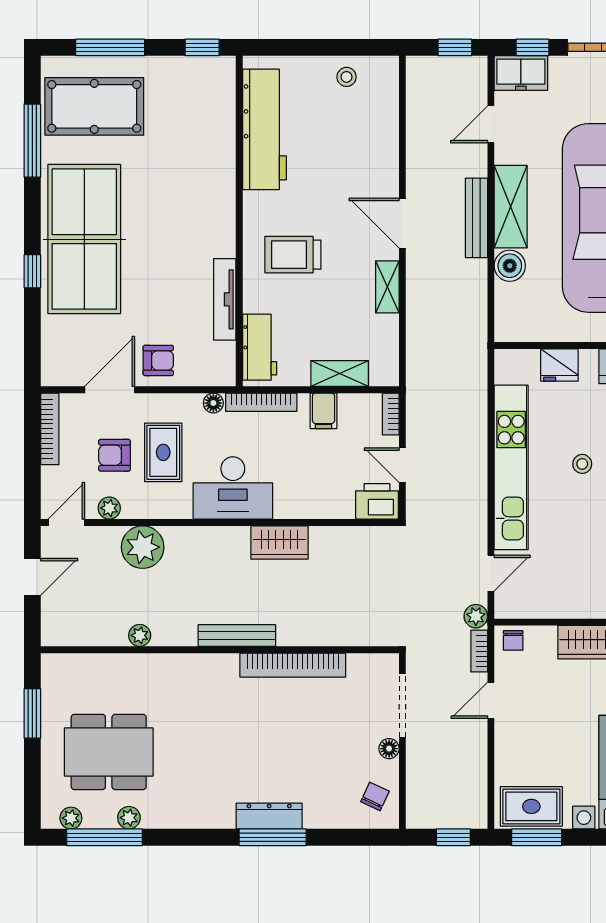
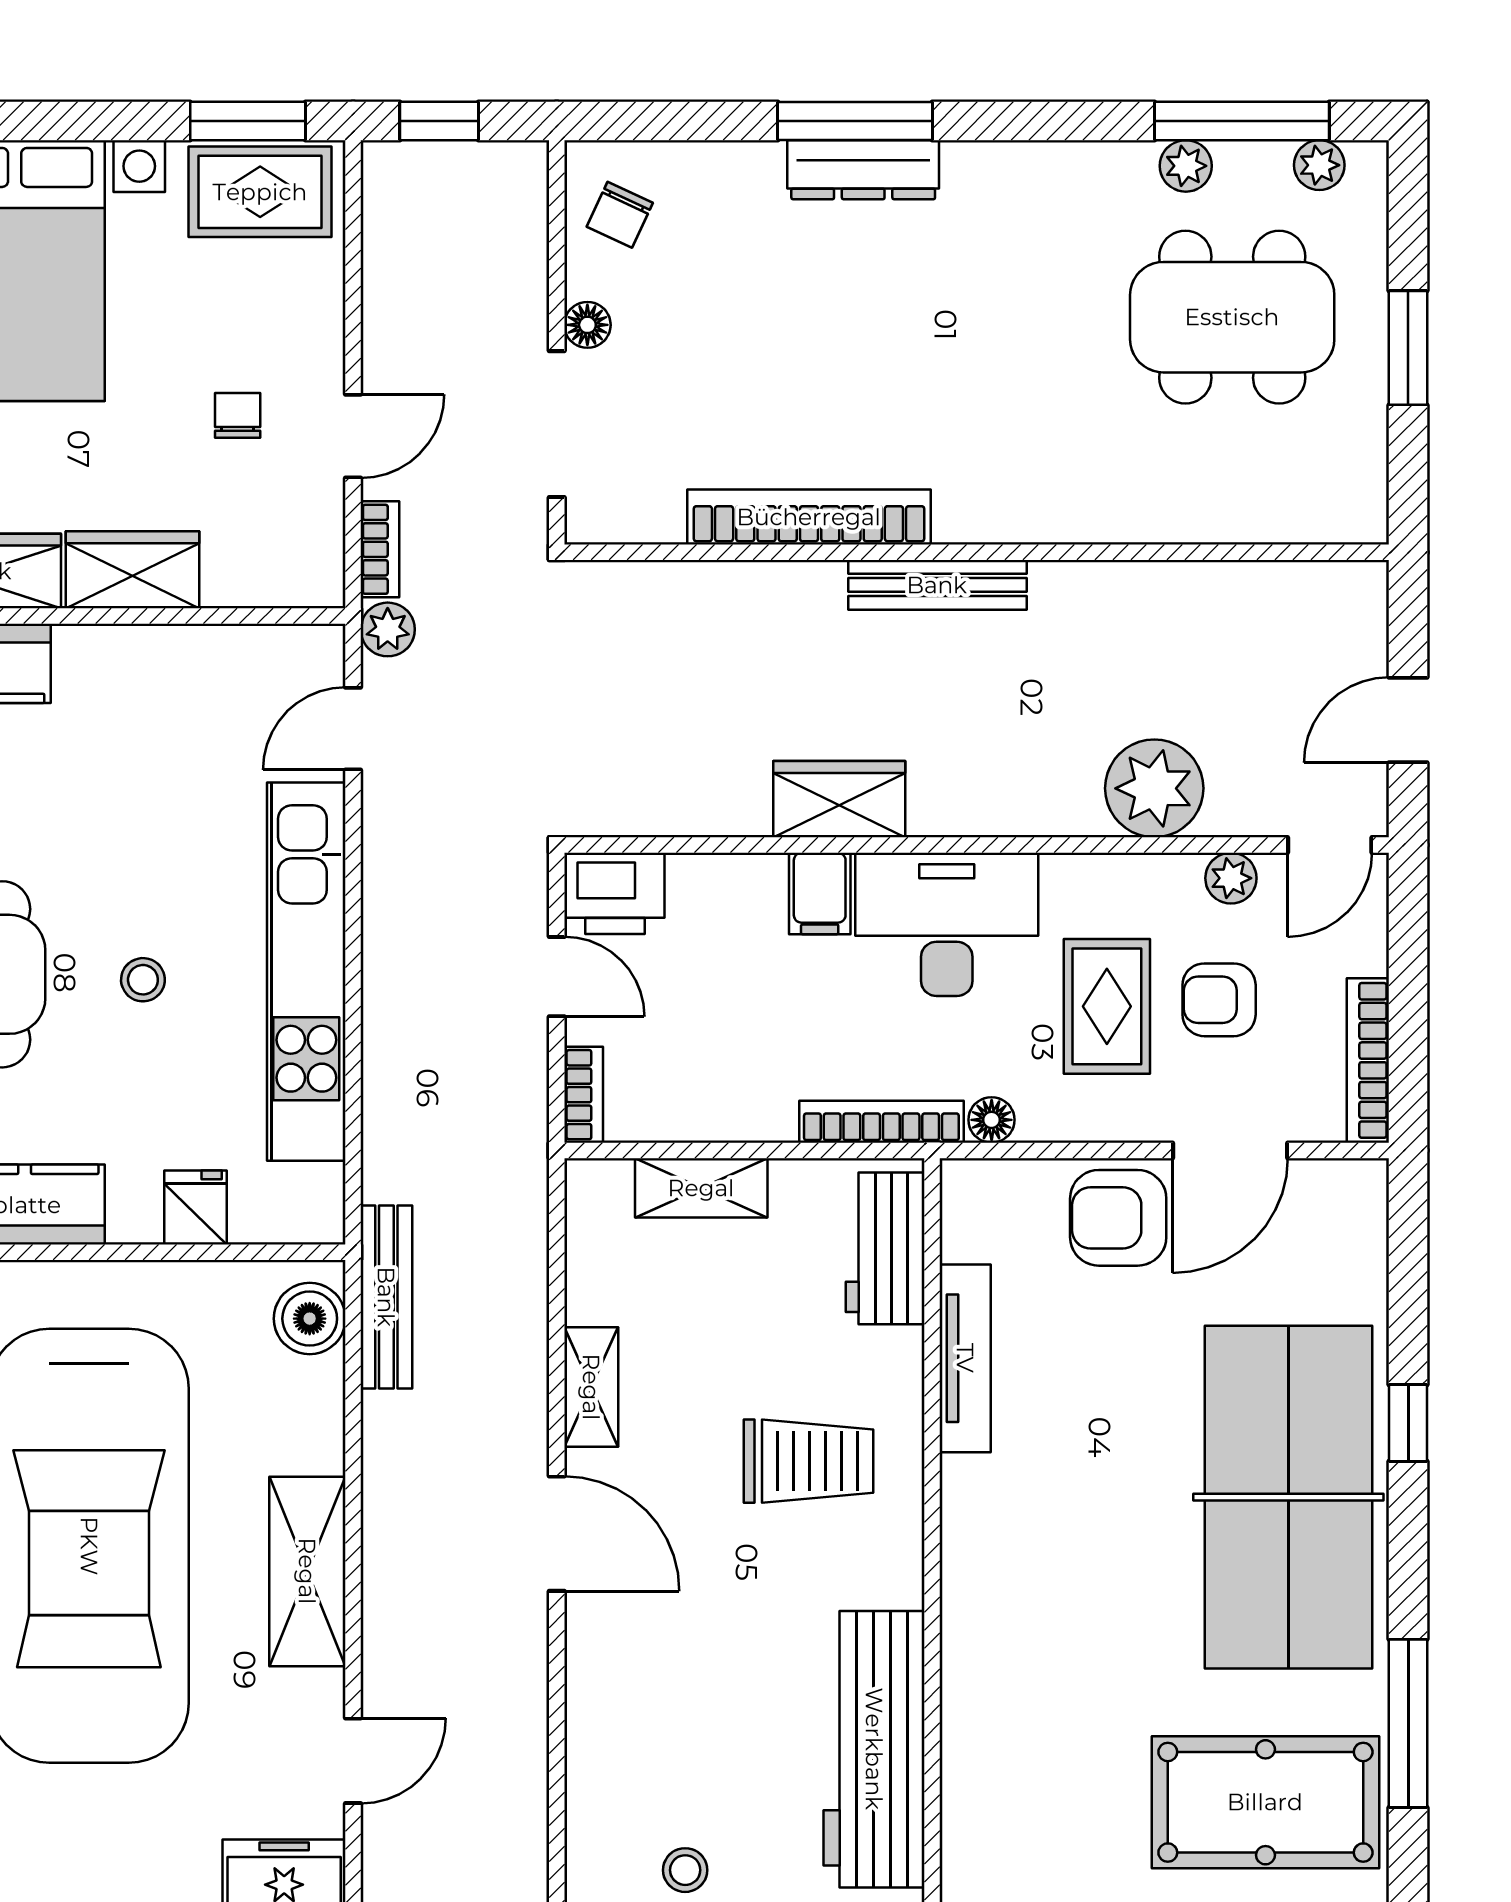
bench: (476, 218) -> (386, 1297), moved
boiler: (510, 266) -> (310, 1319), moved
armchair: (158, 360) -> (1118, 1218), width x1.38, depth x1.38
fridge: (559, 365) -> (195, 1208), width x0.72
filing cabinet: (324, 411) -> (820, 893), moved, turned 180
armchair: (114, 455) -> (1219, 1000), turned 180
plant: (140, 635) -> (1161, 585), removed
chair: (513, 640) -> (238, 415), moved
window: (32, 713) -> (1408, 348), moved

